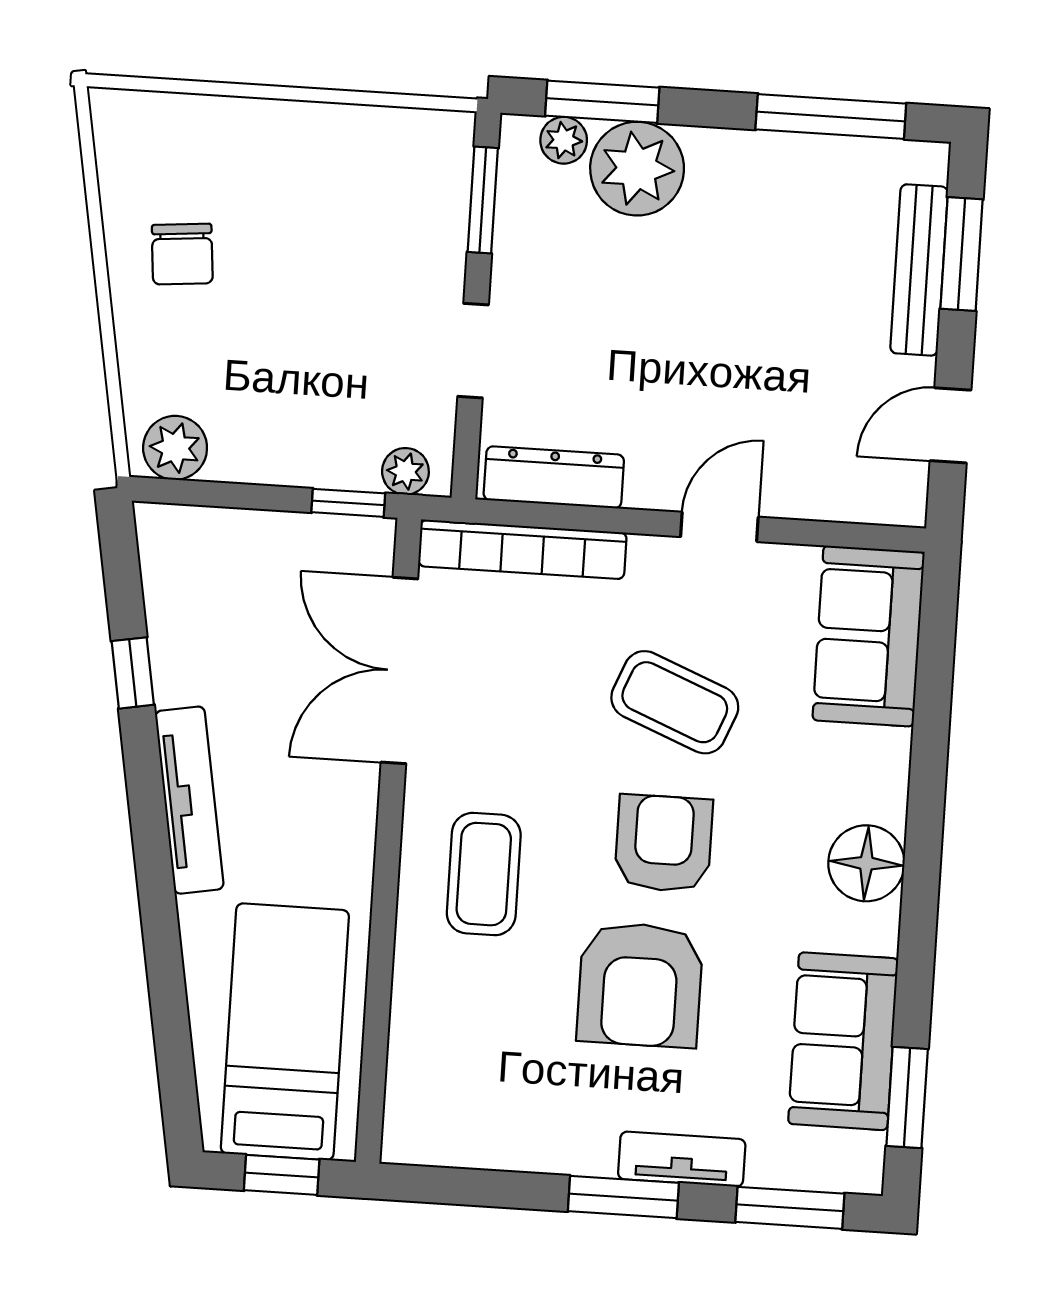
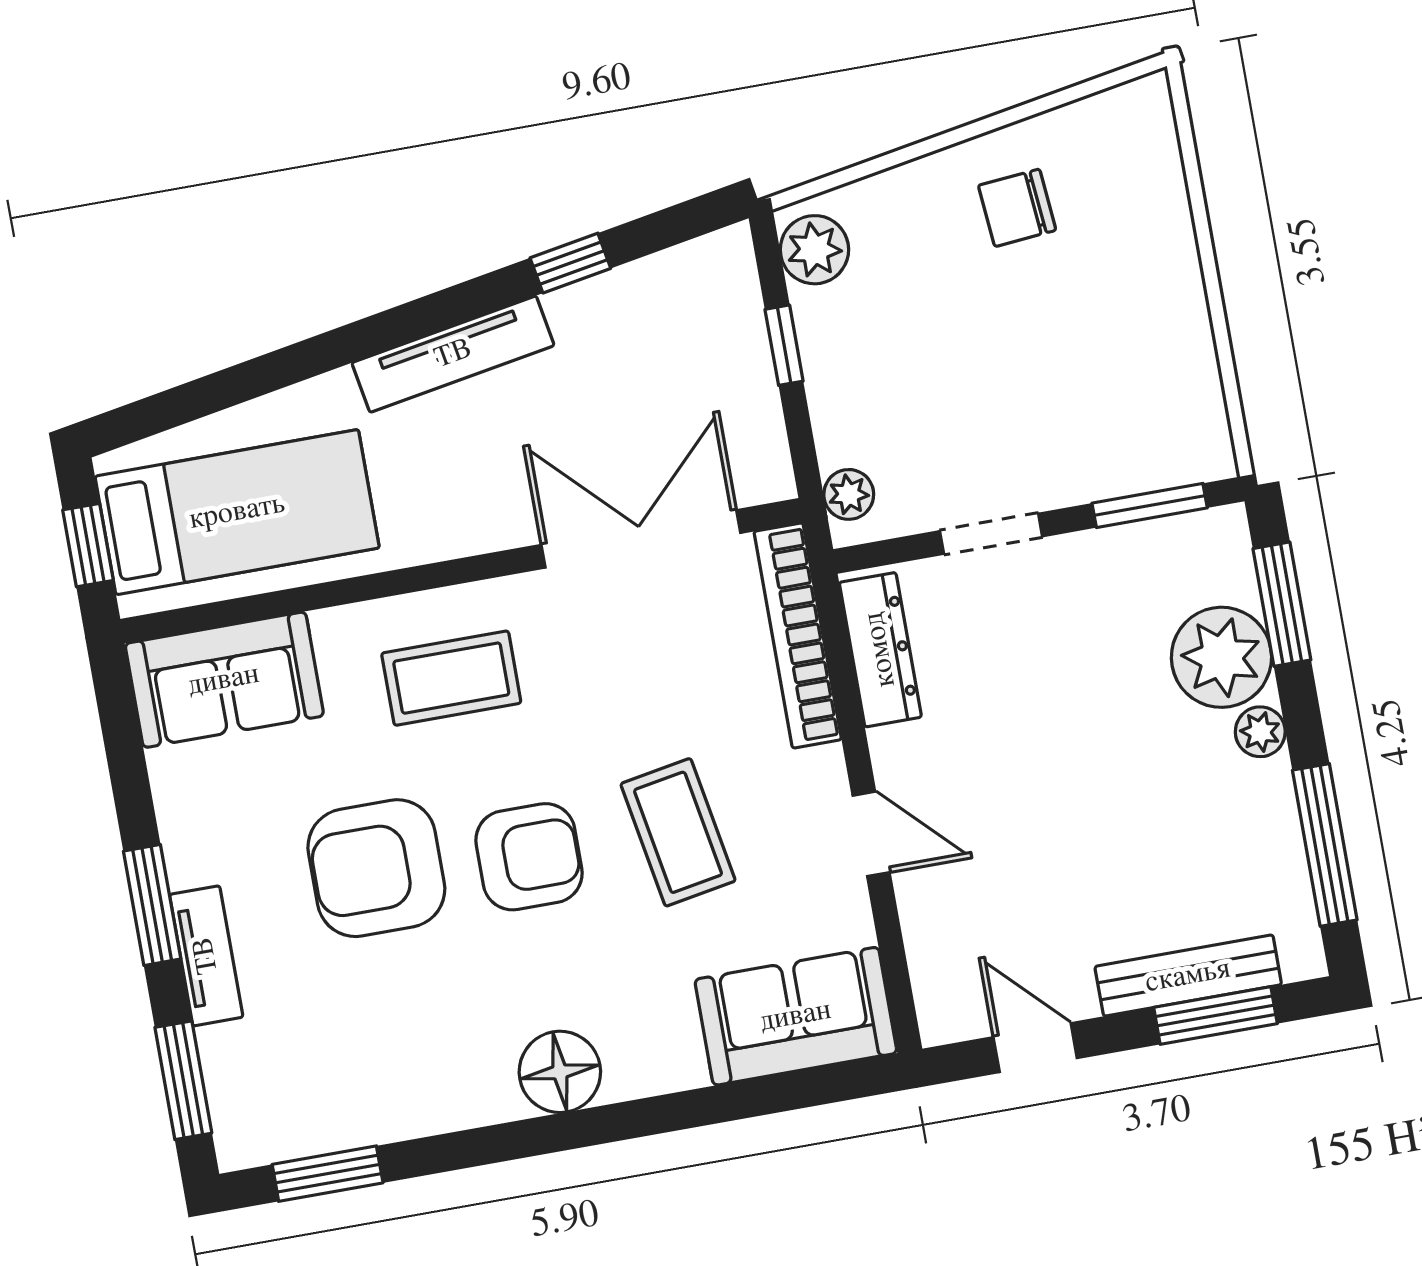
plant: (564, 140) -> (1260, 732), moved
window: (348, 503) -> (784, 345), moved
coffee table: (675, 702) -> (678, 832), turned -32
sofa: (843, 1041) -> (224, 680), moved, turned 180

